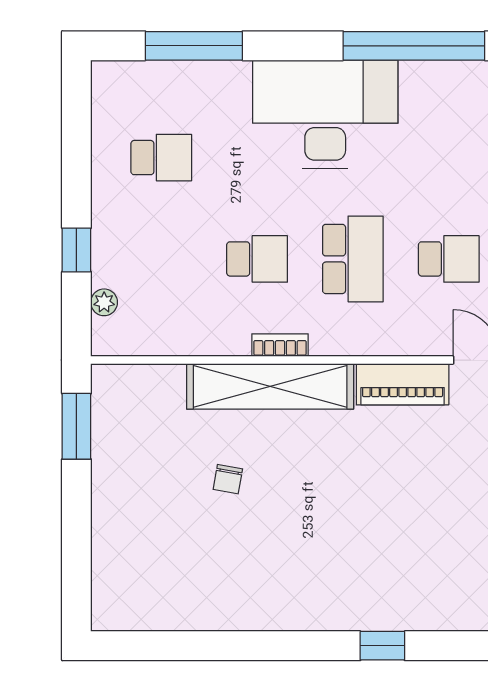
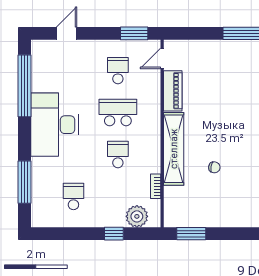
plant: (104, 302) -> (137, 216), width x1.87, depth x1.87
bookcase: (280, 345) -> (156, 186), moved

